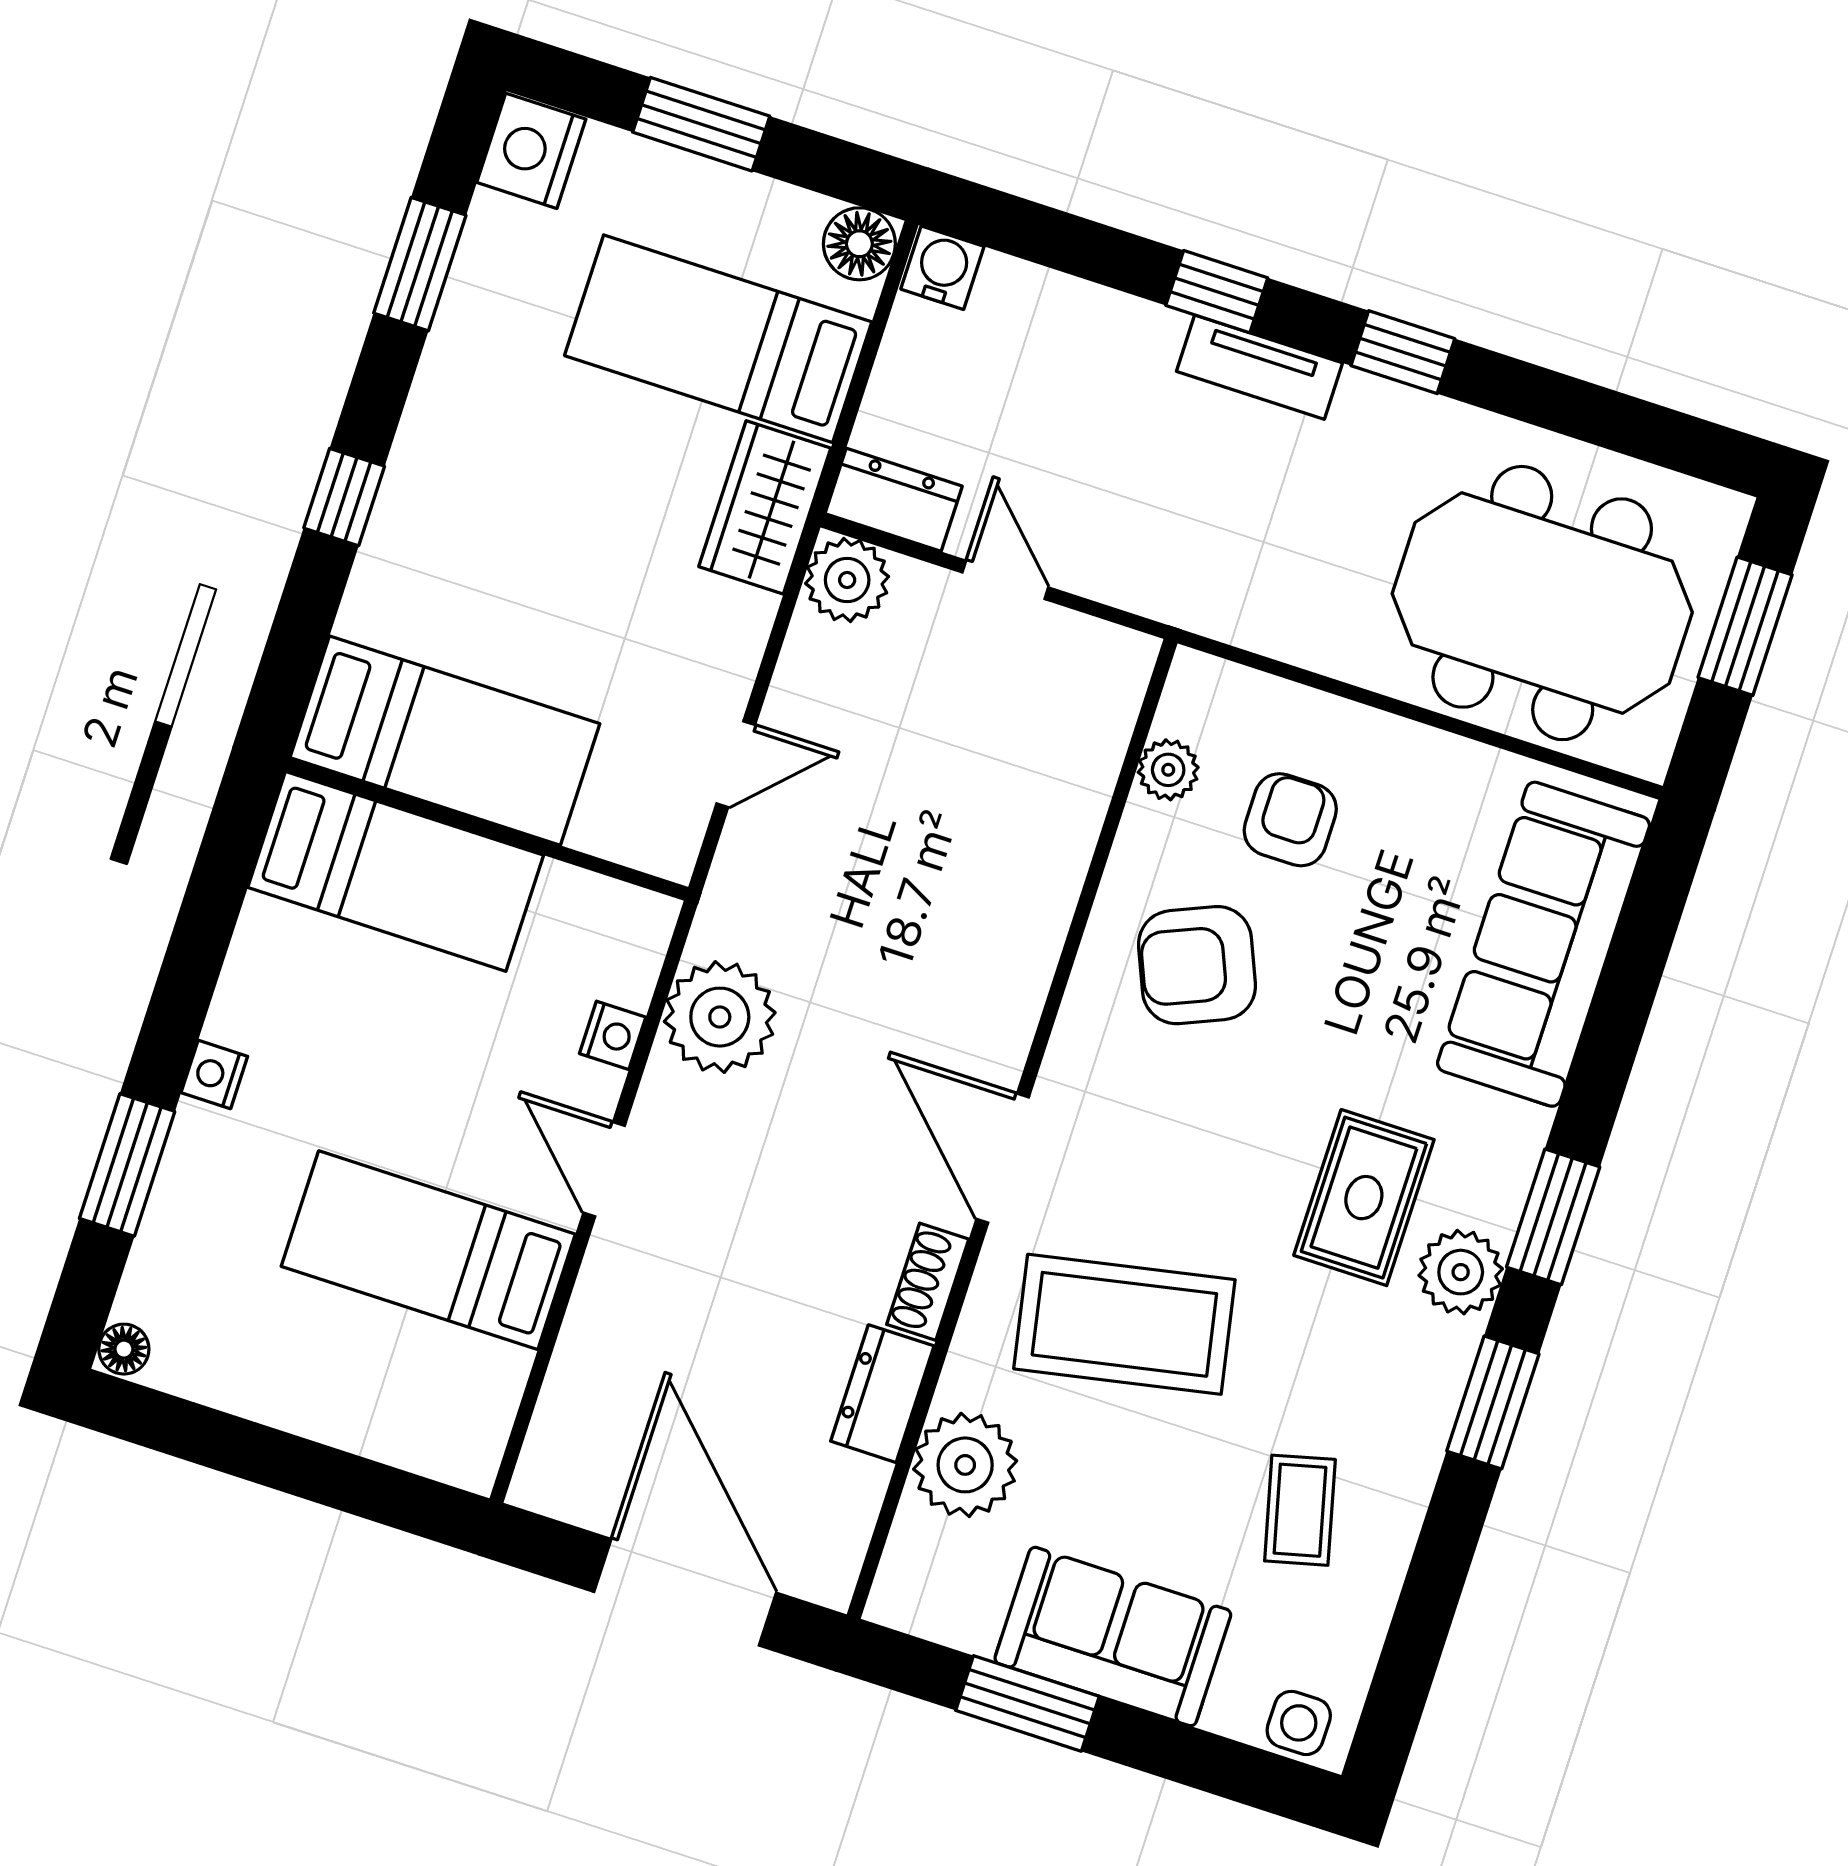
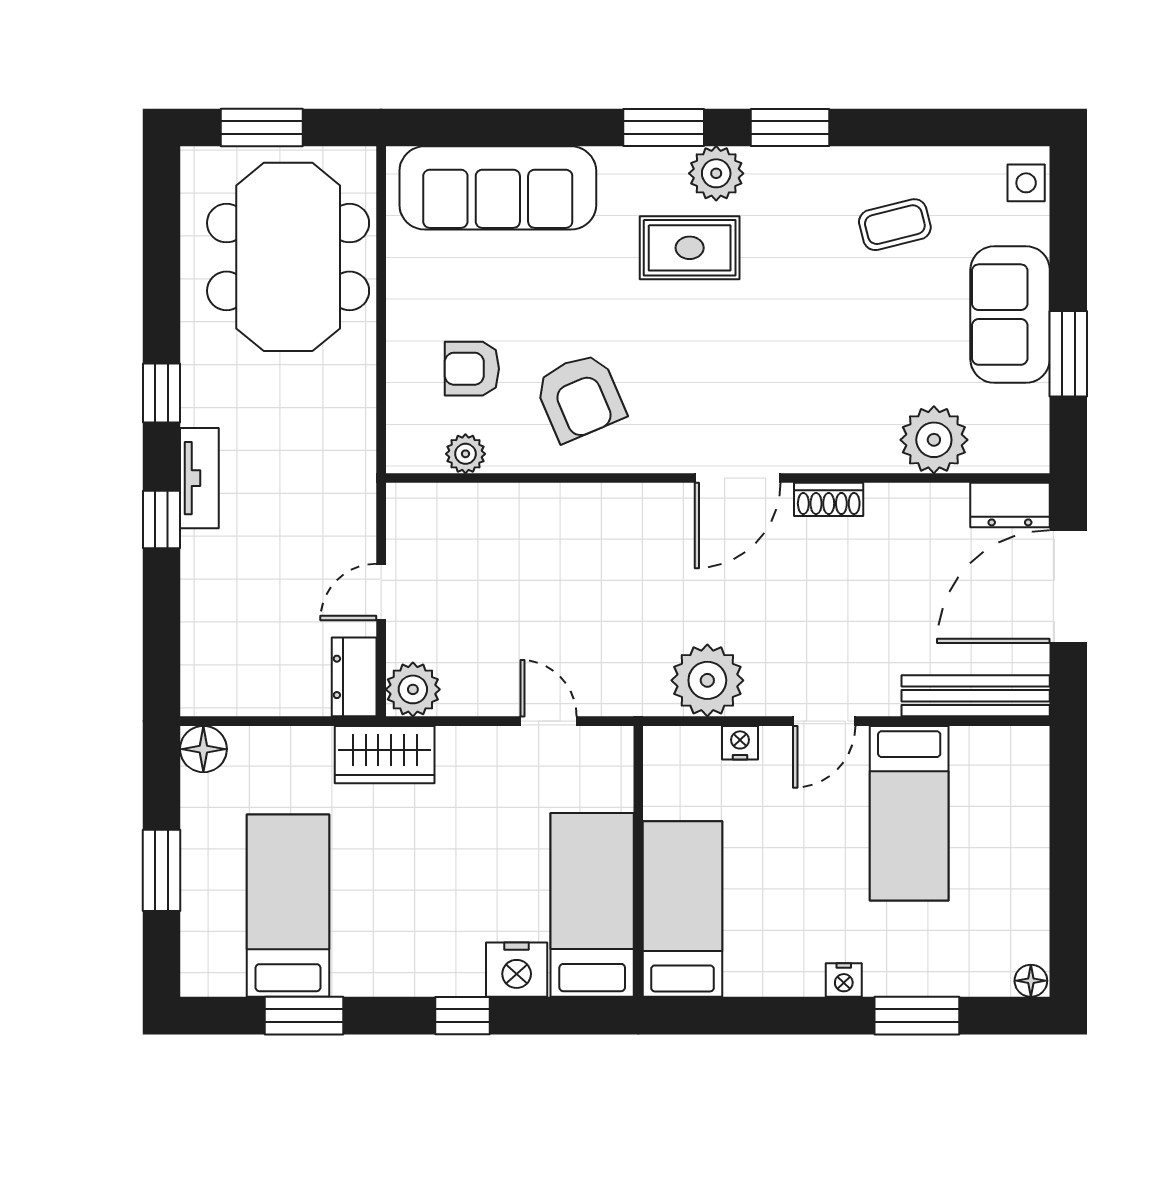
nightstand: (531, 151) -> (517, 970), moved
water cooler: (942, 268) -> (202, 693), removed
bed: (718, 339) -> (288, 906), moved, turned 180
coffee table: (1124, 1324) -> (816, 370), removed
dresser: (882, 1394) -> (1010, 505), moved
bench: (569, 1404) -> (976, 696), added

